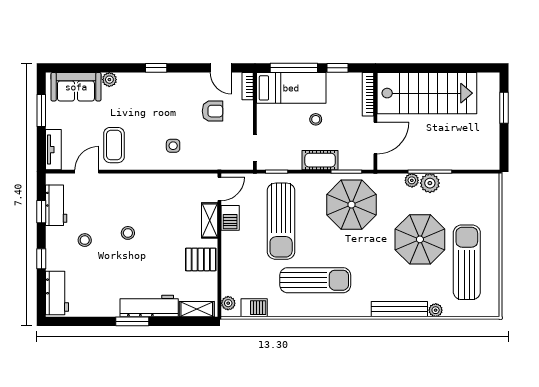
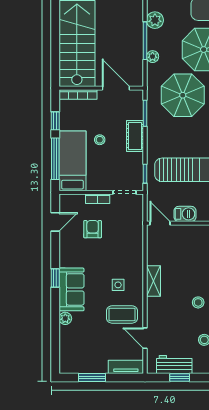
bookcase: (248, 86) -> (98, 199), moved
sofa: (76, 87) -> (71, 289), moved
side table: (173, 146) -> (118, 285), moved
plant: (430, 183) -> (155, 20), moved
parasol: (351, 205) -> (183, 95), moved
shelving: (210, 220) -> (153, 281), moved, turned 90

